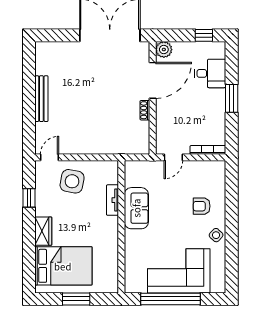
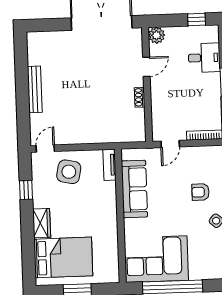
door: (153, 80) -> (146, 67), width x0.53
tv unit: (112, 200) -> (109, 165), moved
sofa: (136, 208) -> (134, 189), width x1.36
corner sofa: (179, 271) -> (156, 259), moved

